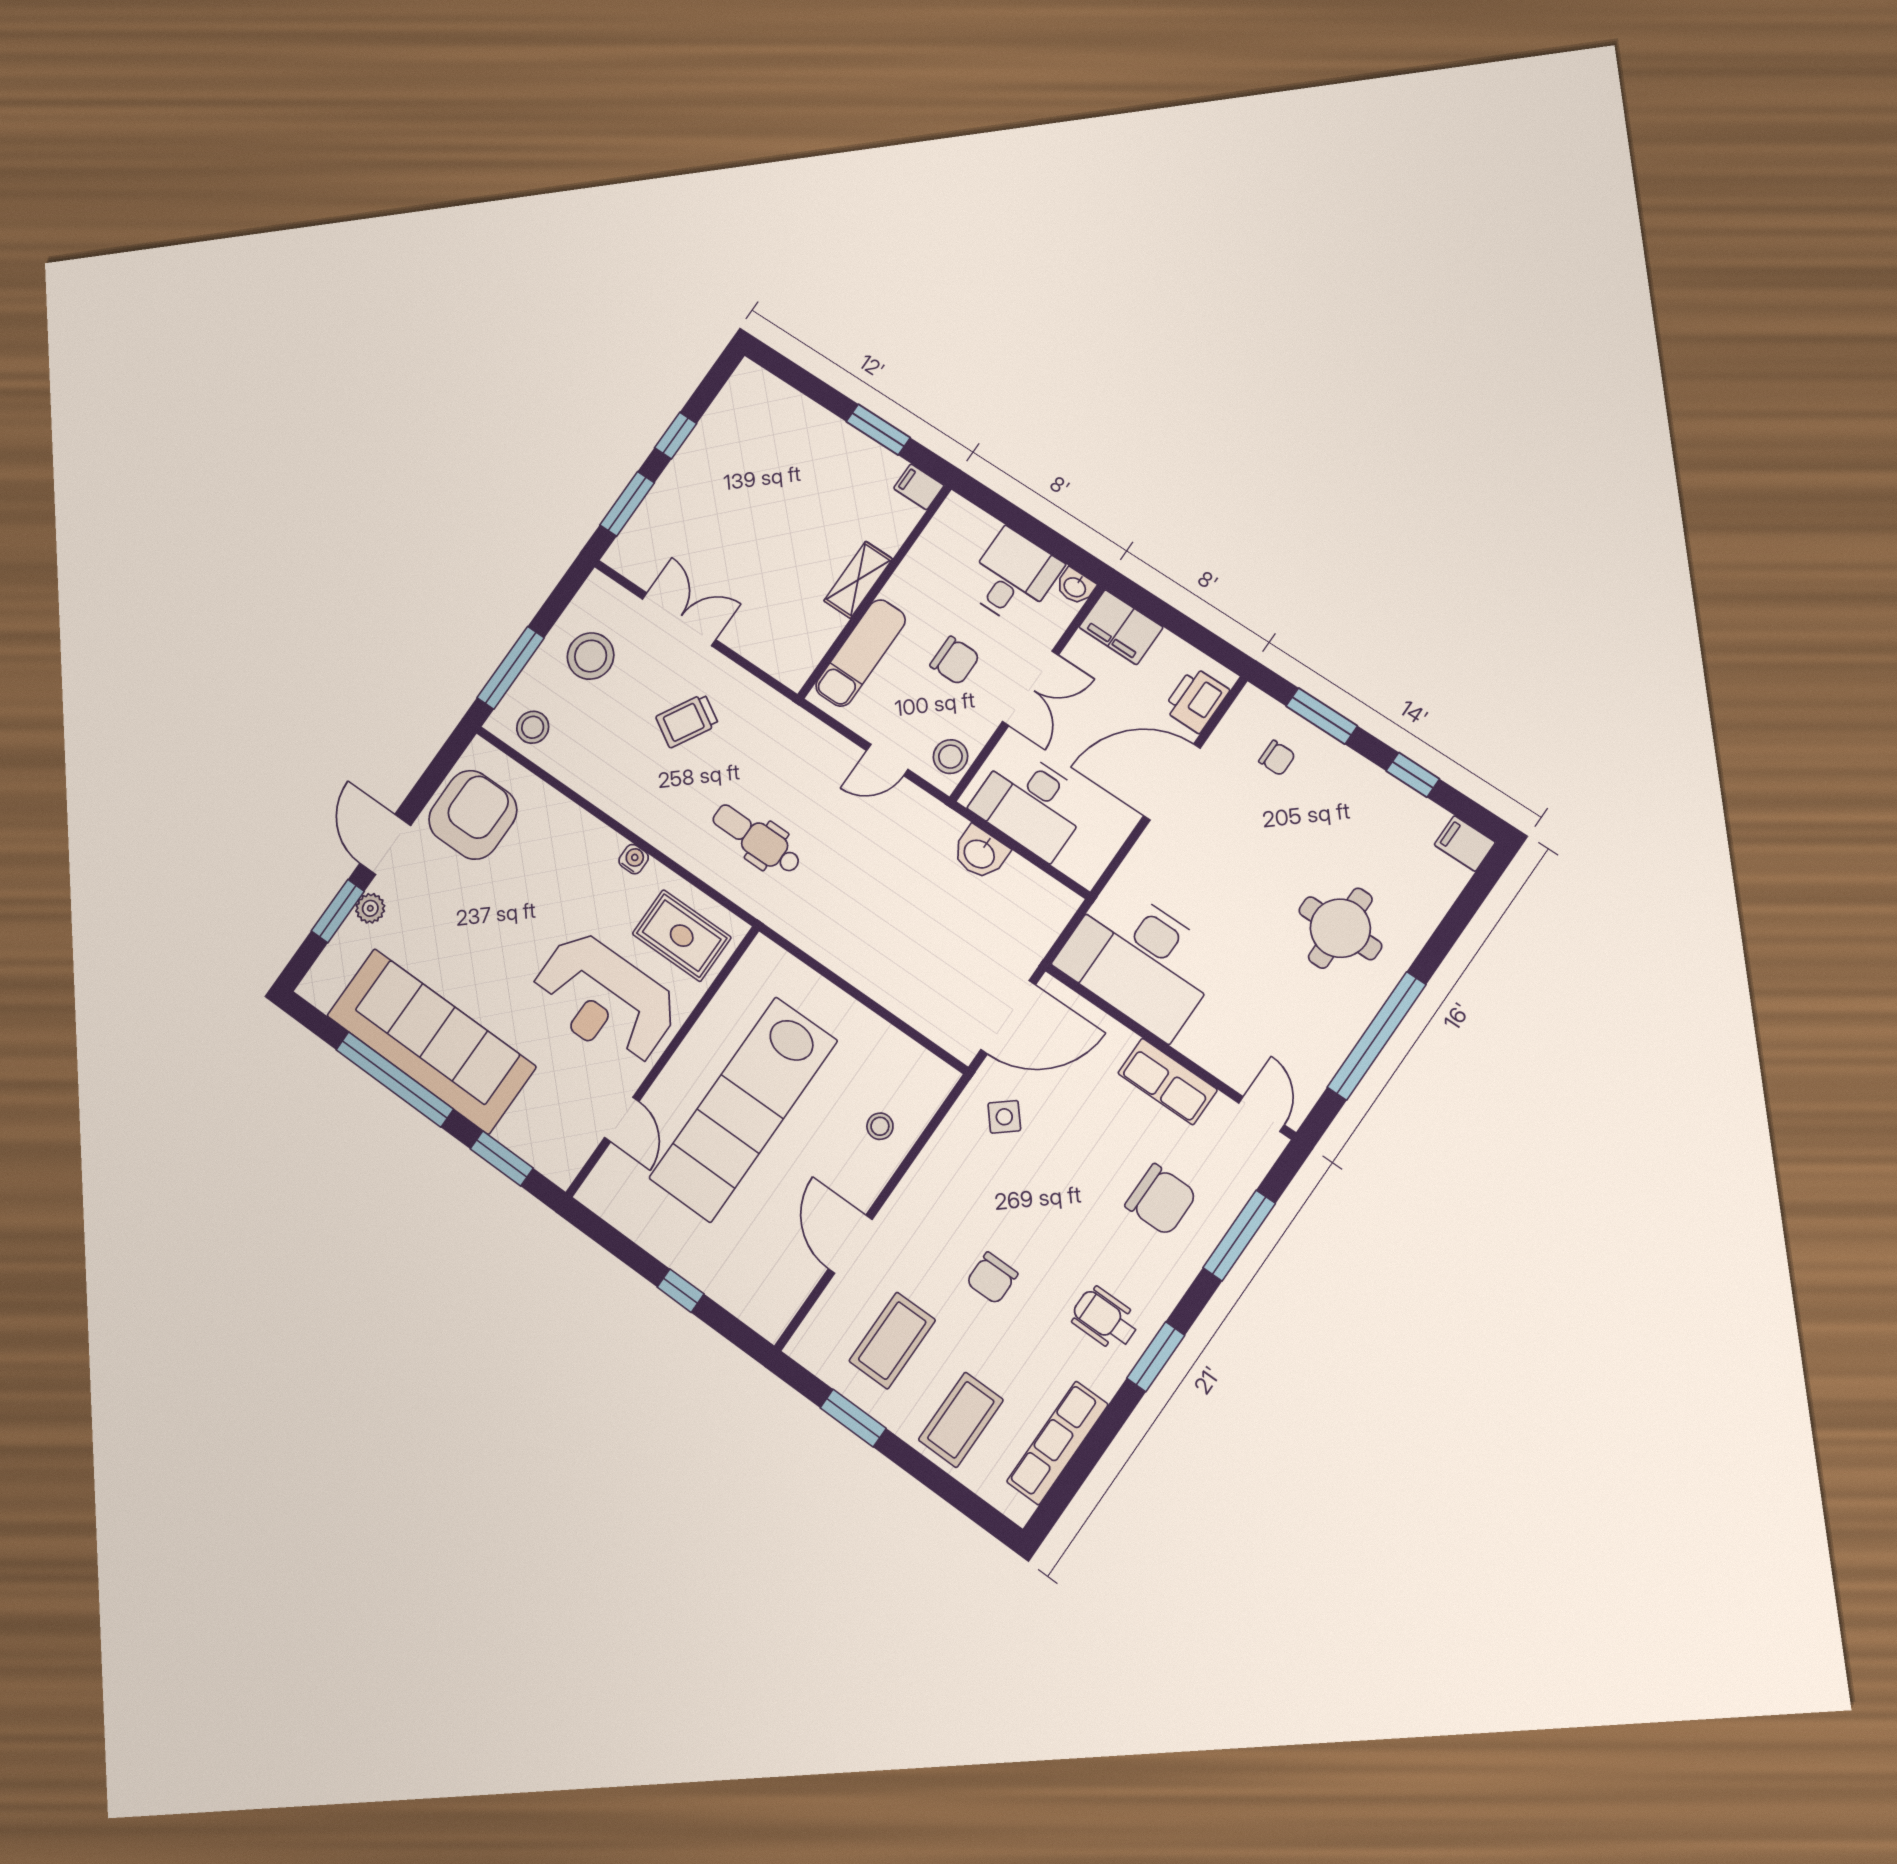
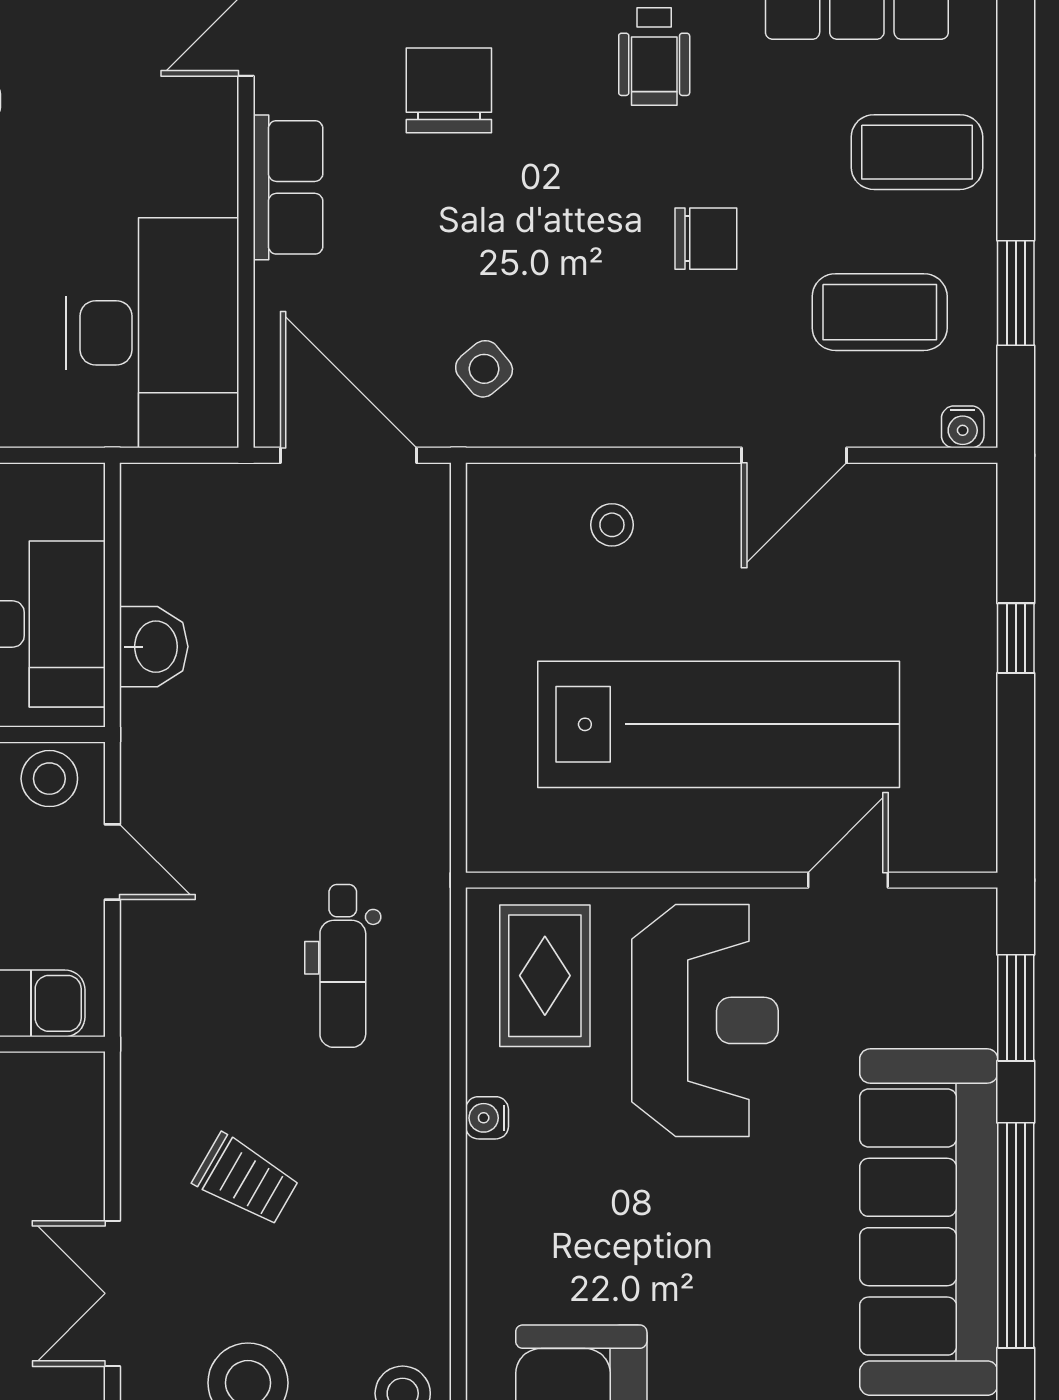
water cooler: (804, 1341) -> (963, 427), added

